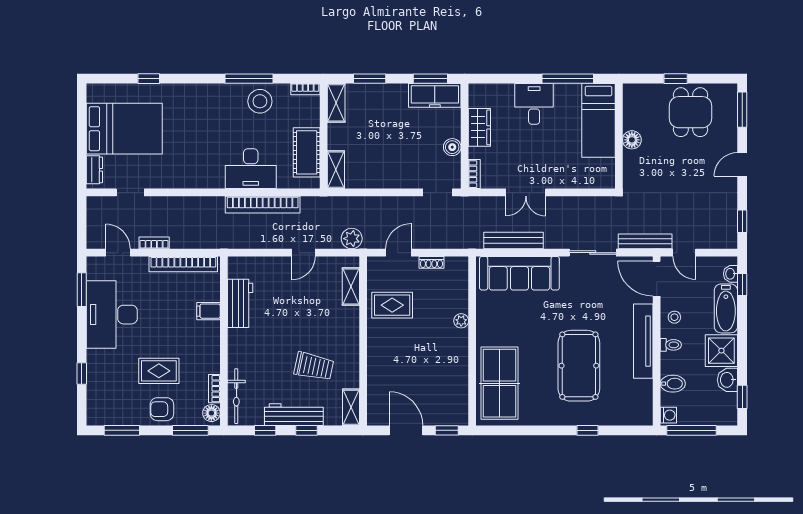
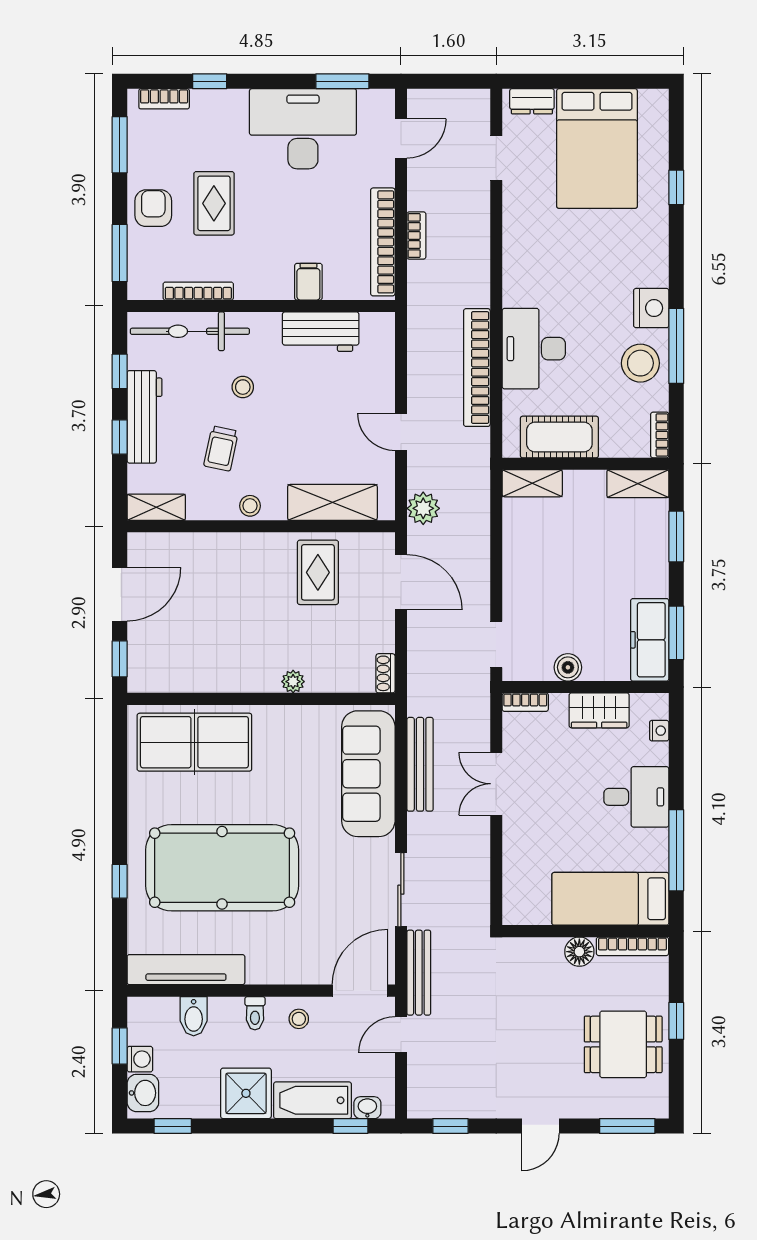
nightstand: (492, 89) -> (659, 731), added
nightstand: (225, 94) -> (651, 308), added
bookcase: (629, 106) -> (632, 946), added
door: (742, 164) -> (540, 1126), swing flipped
bookcase: (154, 243) -> (416, 235), moved
door: (398, 253) -> (401, 582), width x1.37
shoe rack: (431, 262) -> (385, 673), moved
shelving: (351, 286) -> (332, 502), width x1.50, depth x1.33
tv unit: (643, 341) -> (186, 970), moved
stool: (350, 348) -> (250, 506), added
stool: (275, 353) -> (243, 387), added
trolley: (314, 366) -> (221, 448), width x0.73, depth x0.72
pool table: (579, 366) -> (222, 868), width x1.36, depth x1.32
washbasin: (727, 380) -> (143, 1093), moved, turned 90
bookcase: (214, 389) -> (198, 291), width x1.56
bicycle: (236, 396) -> (190, 331), width x1.37, depth x1.40
bookcase: (93, 402) -> (164, 99), added
floor lamp: (211, 413) -> (147, 286), removed
washing machine: (668, 415) -> (140, 1059), moved, turned -90
window: (692, 430) -> (120, 1046), width x0.46

